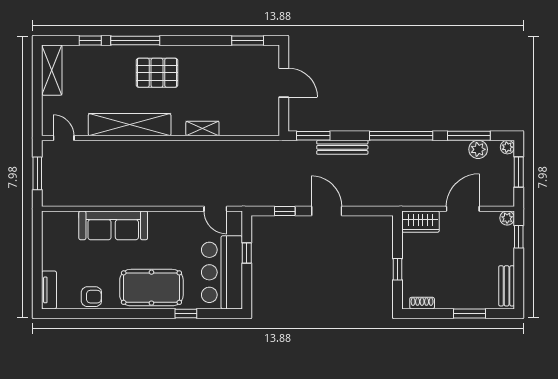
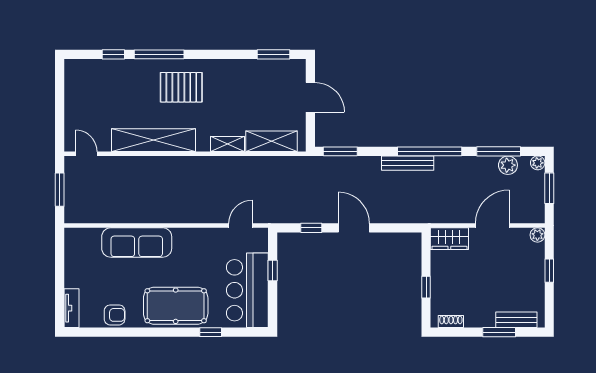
shelving: (52, 70) -> (271, 141), moved, turned 90
bench: (342, 147) -> (408, 163), moved
door: (215, 209) -> (241, 226), swing flipped
window: (519, 237) -> (549, 271), moved
bench: (507, 286) -> (516, 320), moved, turned 90

